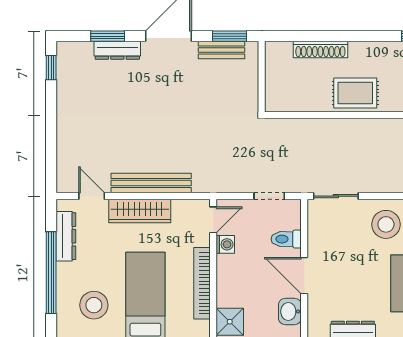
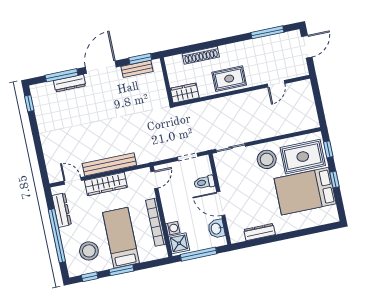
window: (108, 36) -> (62, 75), width x1.44
wardrobe: (285, 100) -> (185, 93), added
washing machine: (225, 244) -> (173, 228), moved

